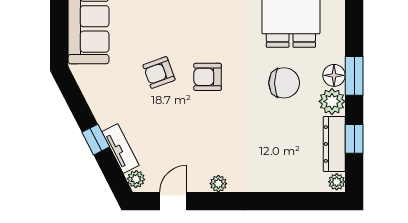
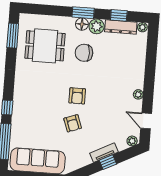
chair: (284, 83) -> (84, 53), turned -90
tv unit: (121, 149) -> (104, 153), moved

